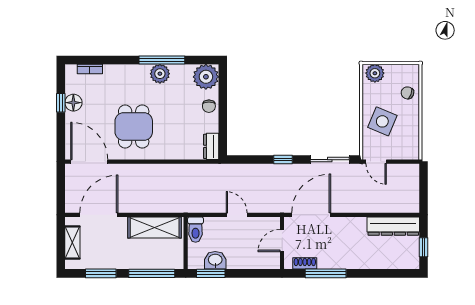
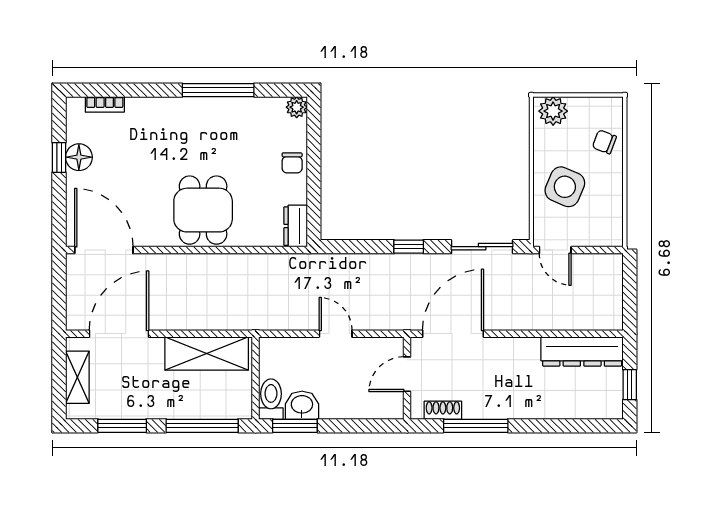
plant: (160, 74) -> (215, 112), removed
plant: (206, 77) -> (297, 107), width x0.53, depth x0.53
dining table: (134, 127) -> (203, 210), moved
toilet: (196, 230) -> (271, 399), moved, turned 180

